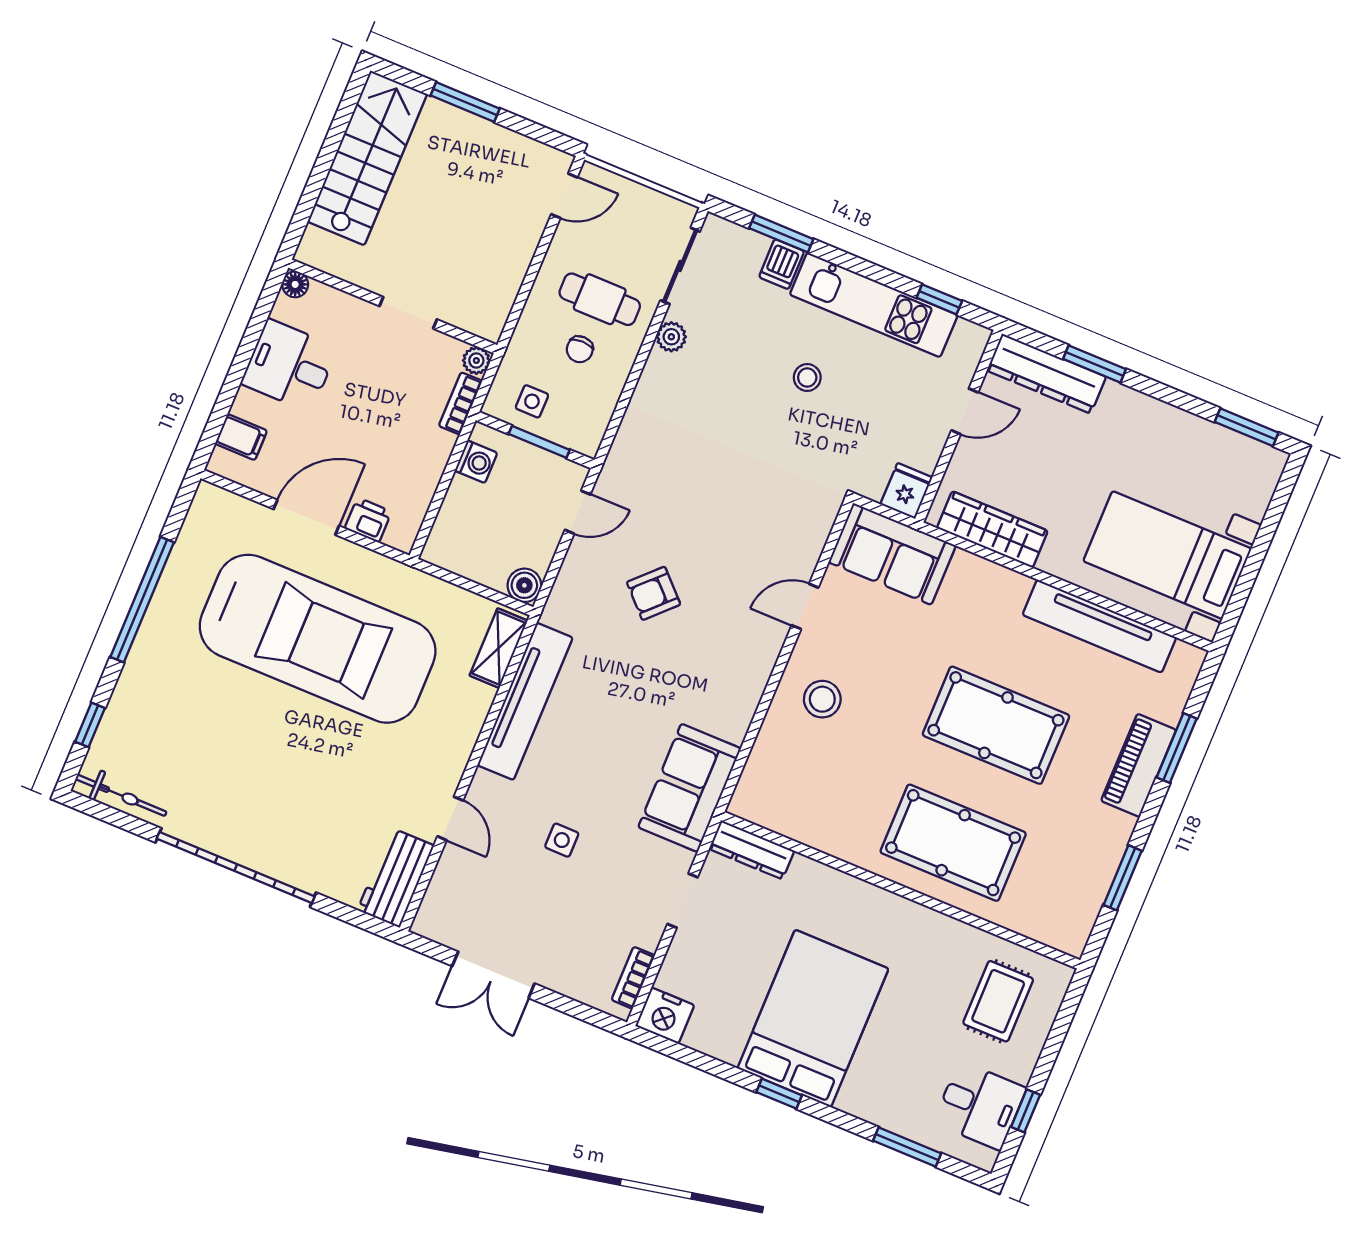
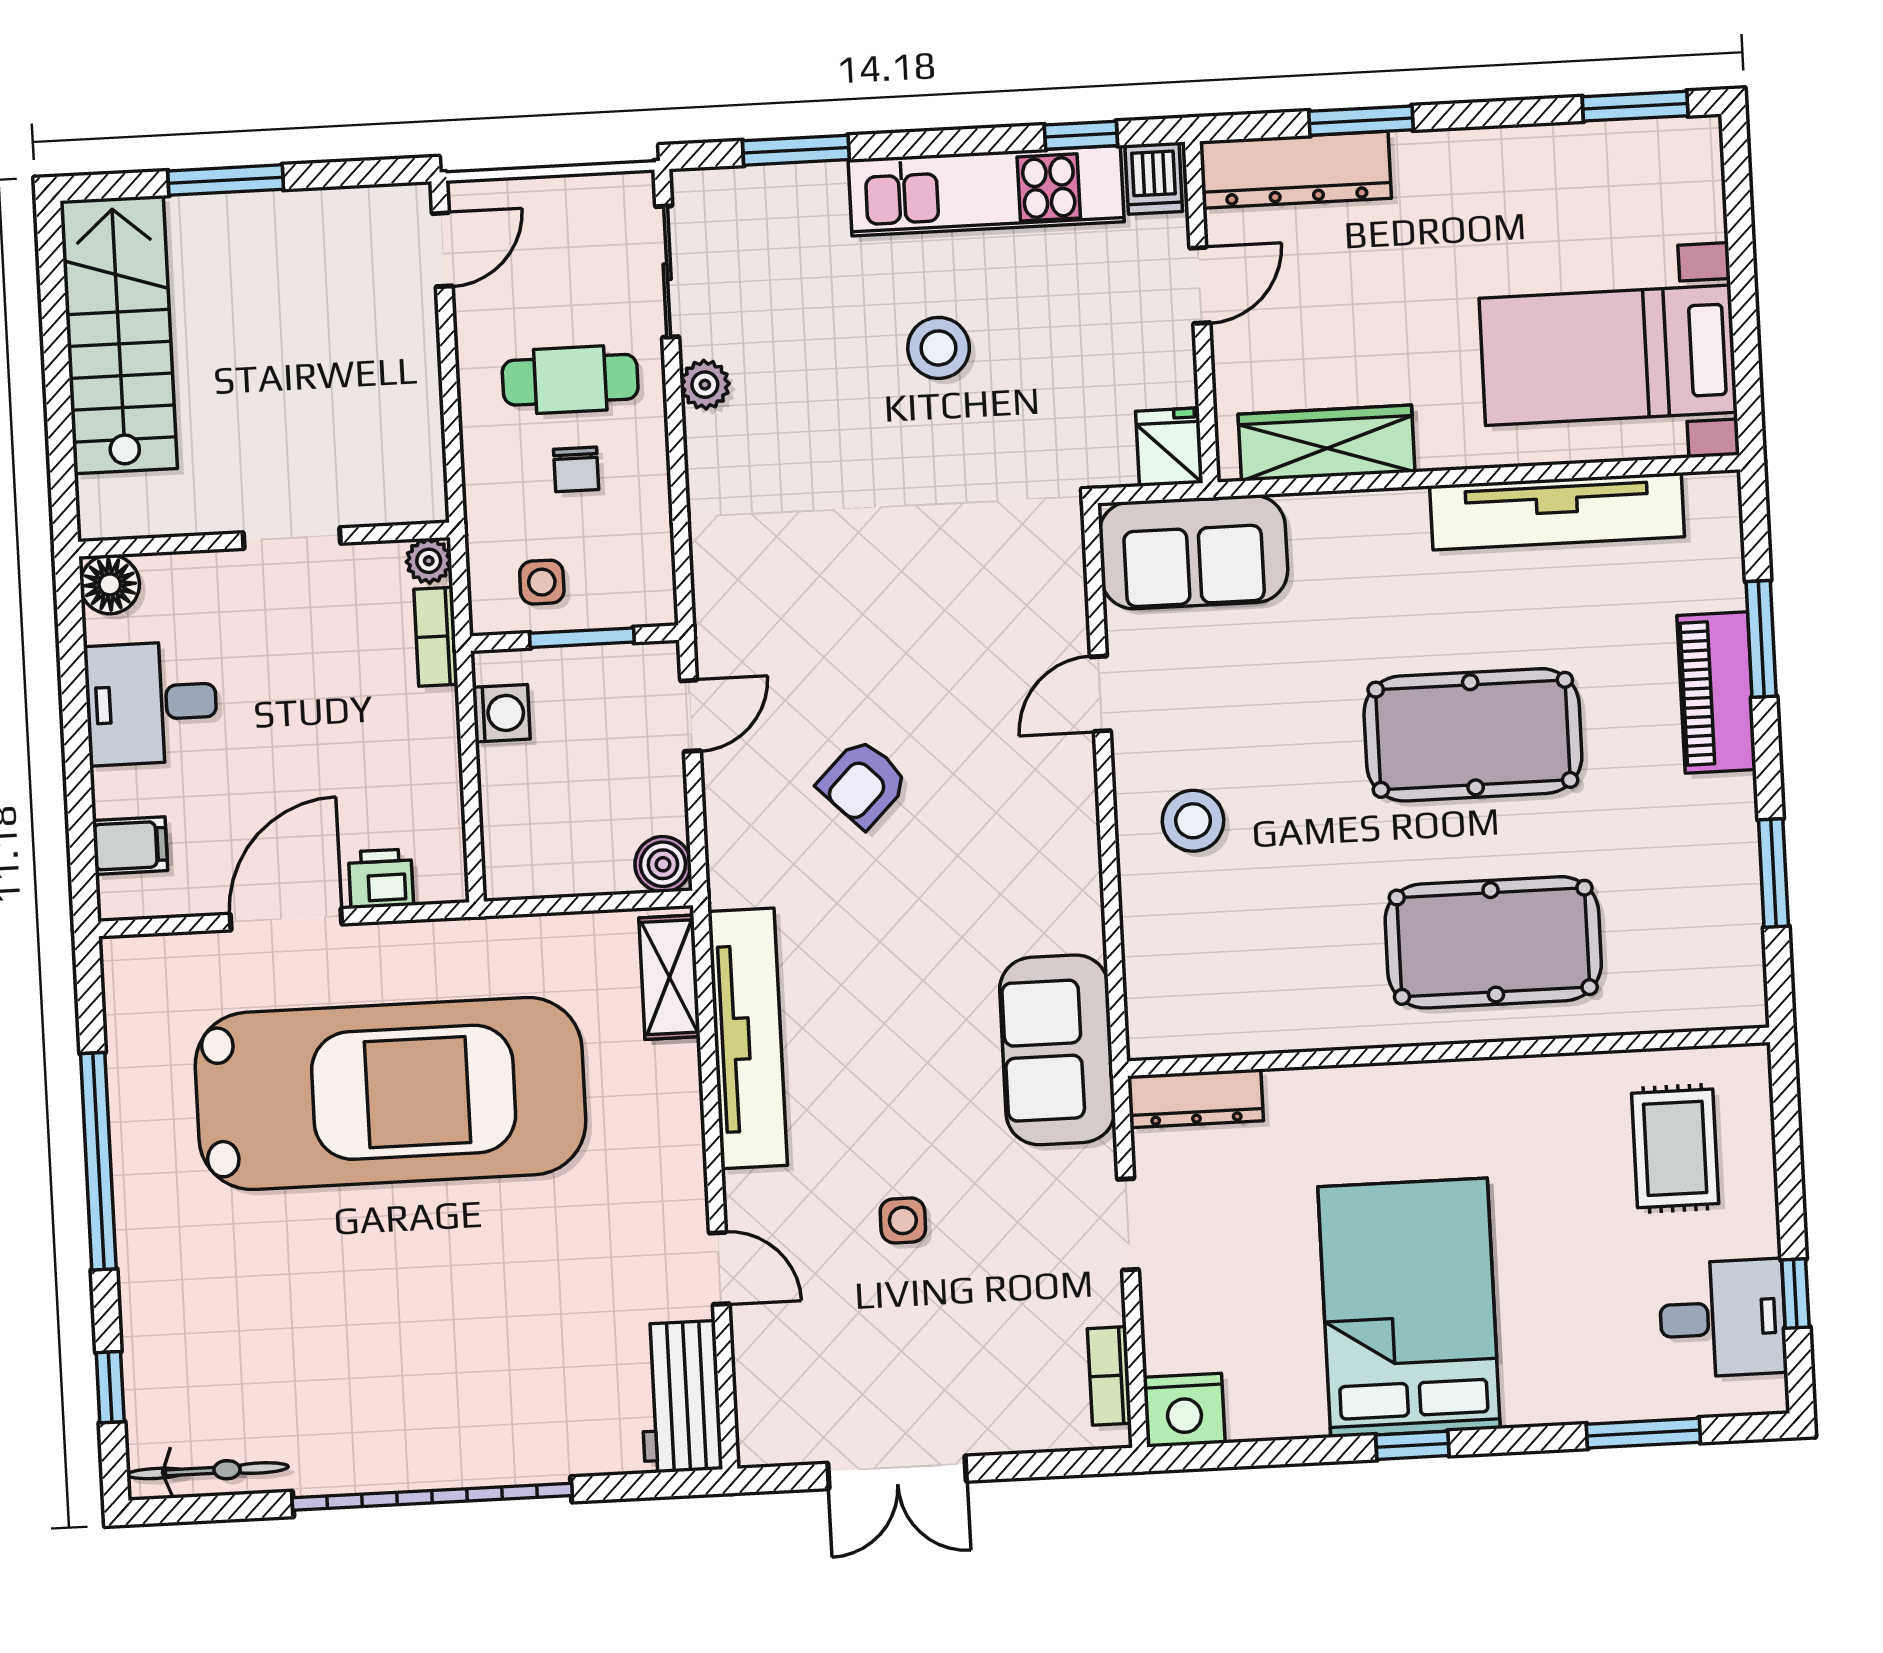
dishwasher: (782, 264) -> (1154, 178), moved
floor lamp: (295, 284) -> (110, 584), width x1.37, depth x1.37
stool: (807, 377) -> (939, 348), width x1.37, depth x1.37

